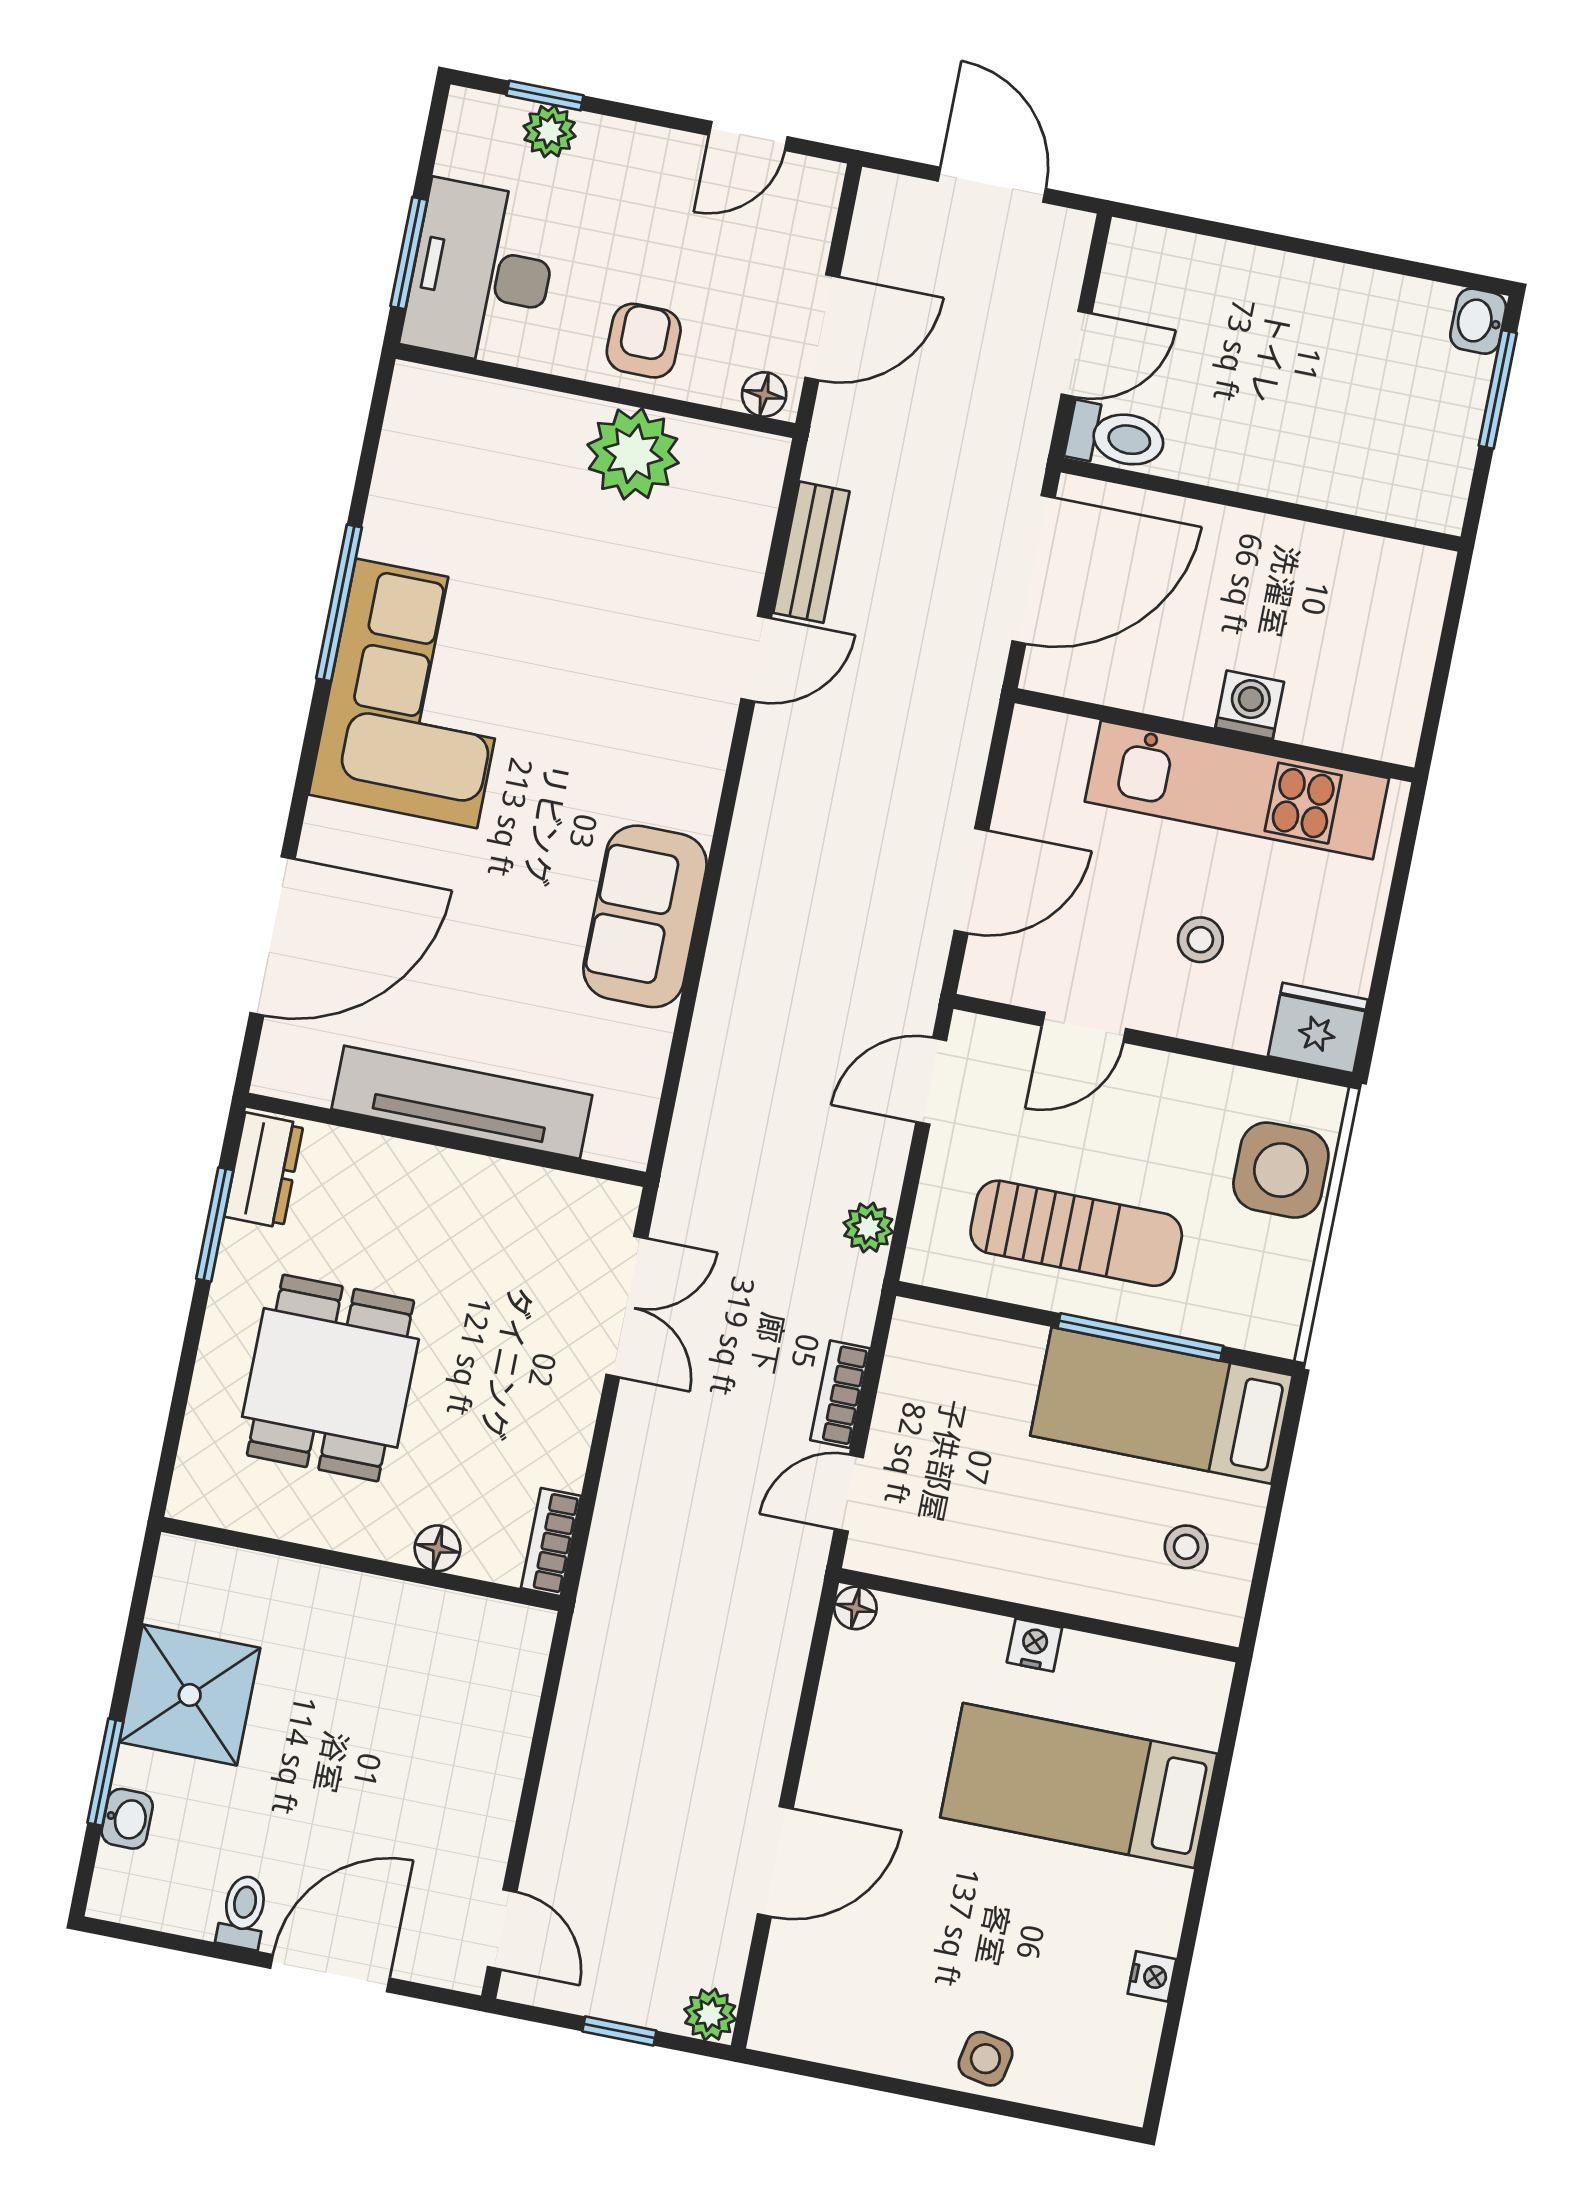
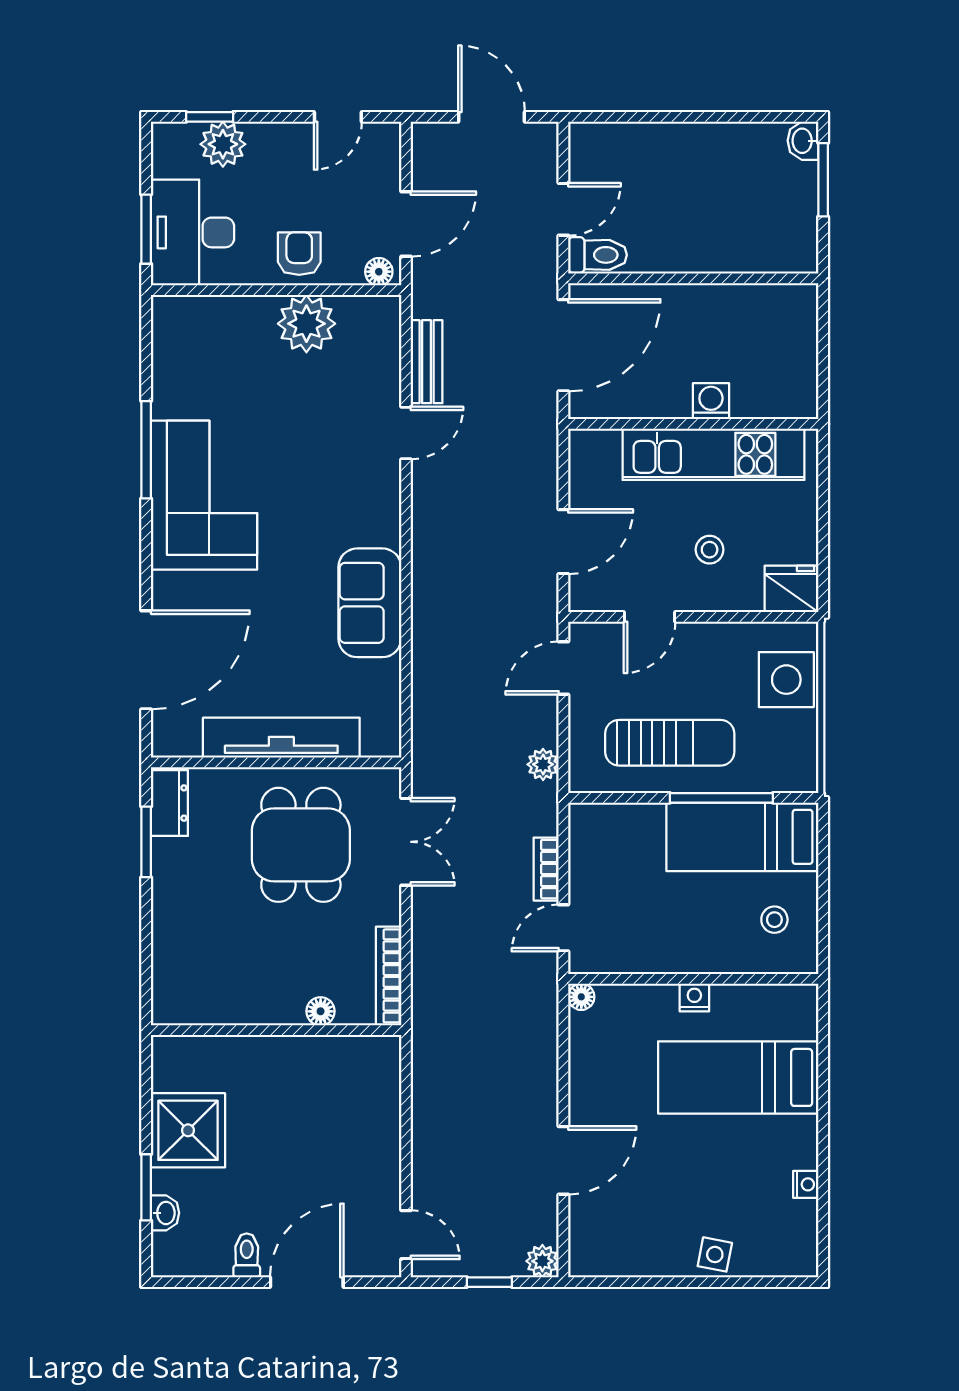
plant: (550, 131) -> (223, 144), width x1.38, depth x1.38
dining table: (330, 1378) -> (301, 845), moved
bookcase: (551, 1542) -> (389, 976), width x1.56

